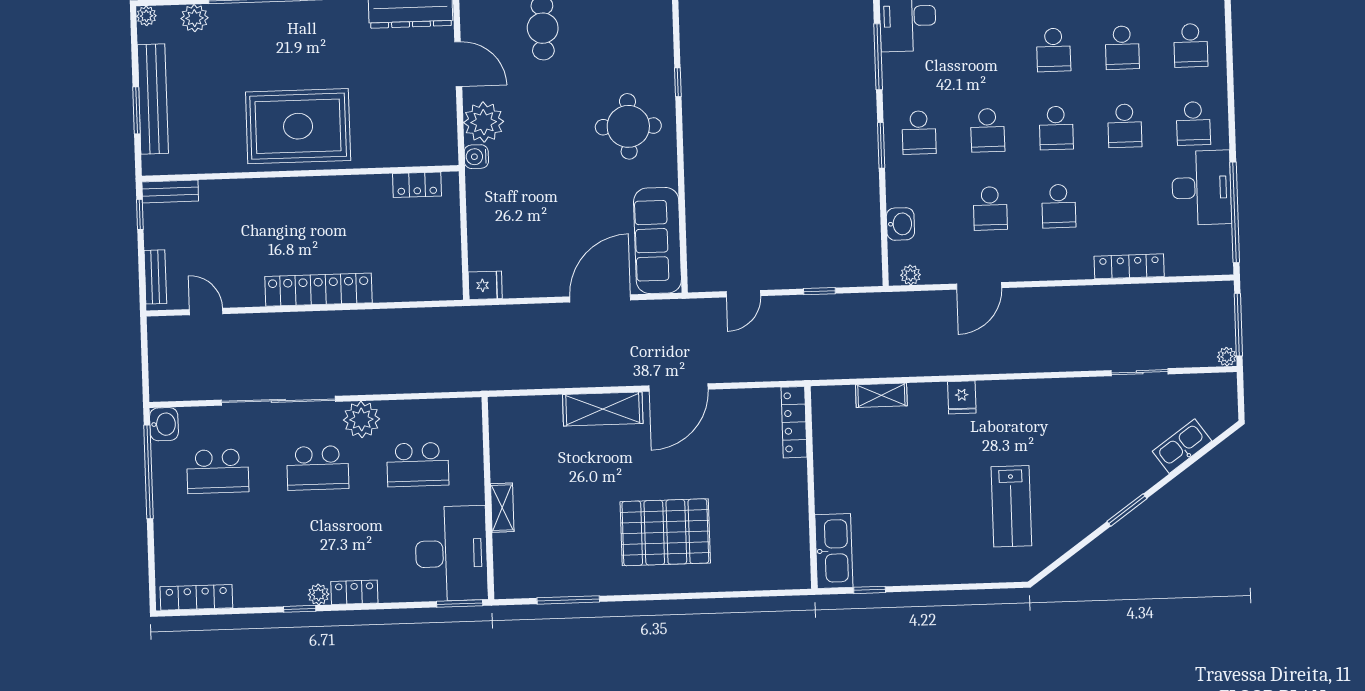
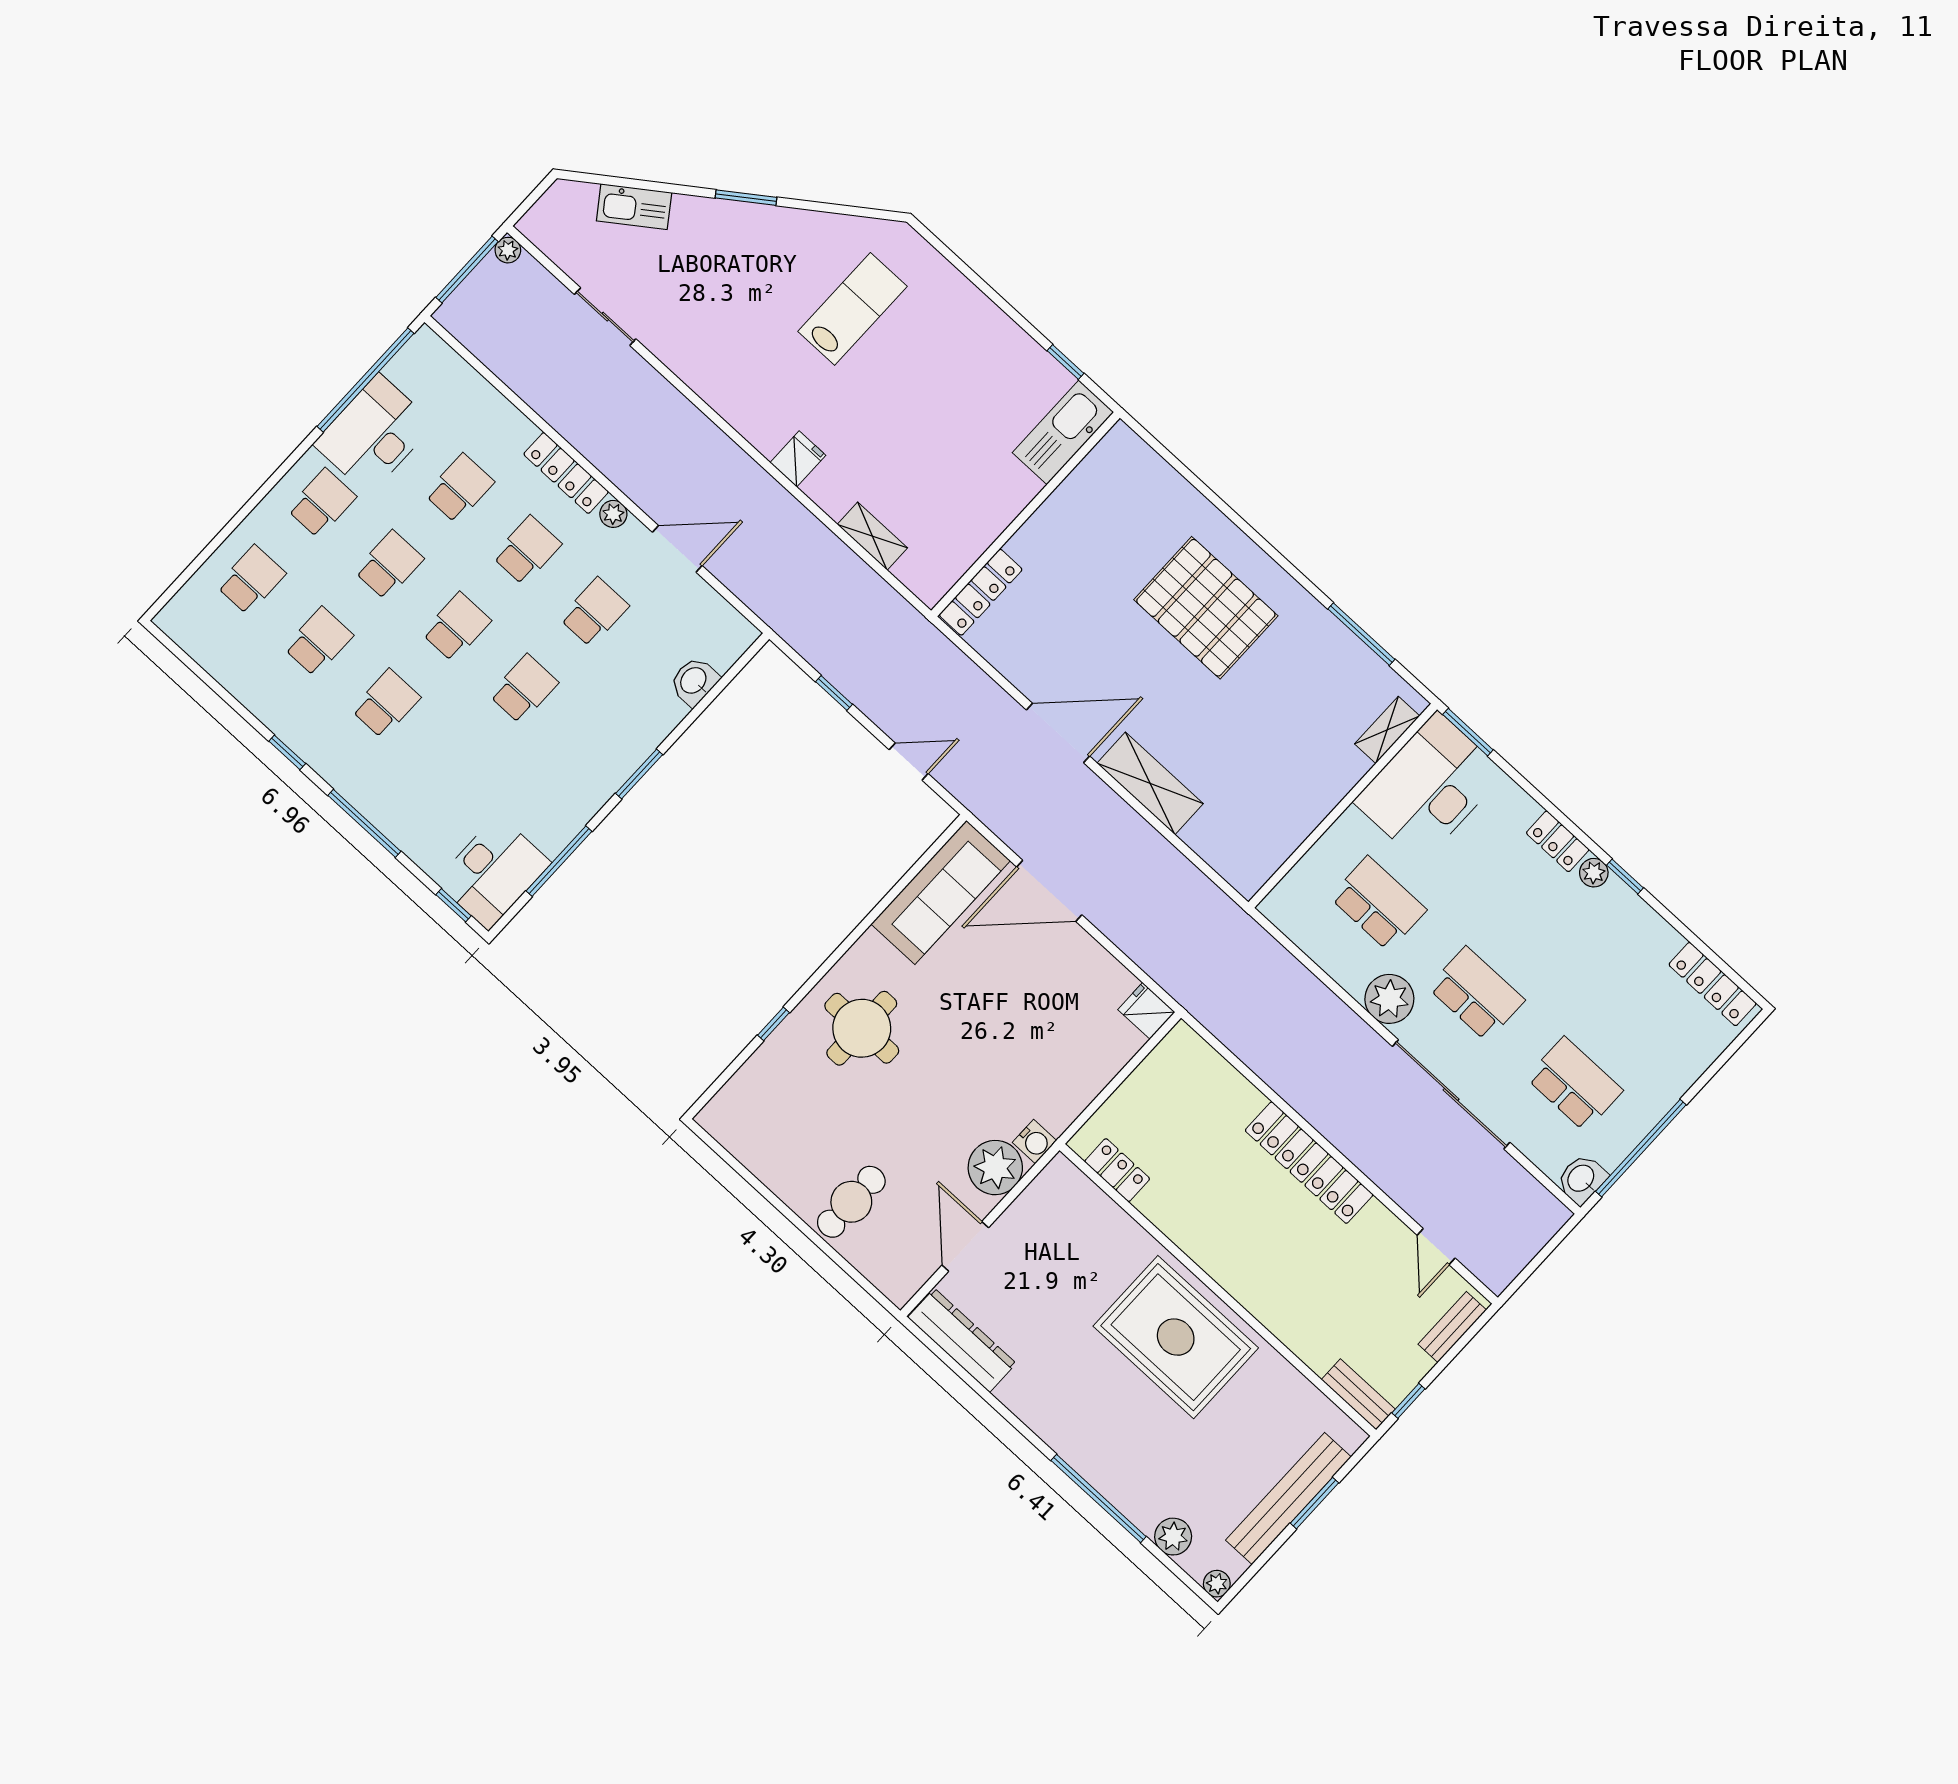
school desk: (919, 133) -> (460, 488), moved
locker: (1129, 266) -> (566, 473), moved
plant: (911, 275) -> (613, 514), moved
shelving: (502, 508) -> (1387, 730), moved

